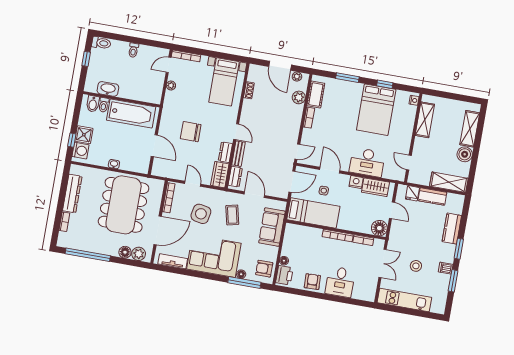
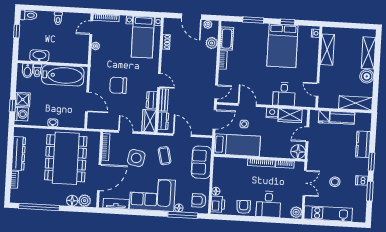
desk: (367, 162) -> (284, 94), width x0.73
door: (392, 210) -> (307, 134), swing flipped
plant: (369, 294) -> (296, 212), added

